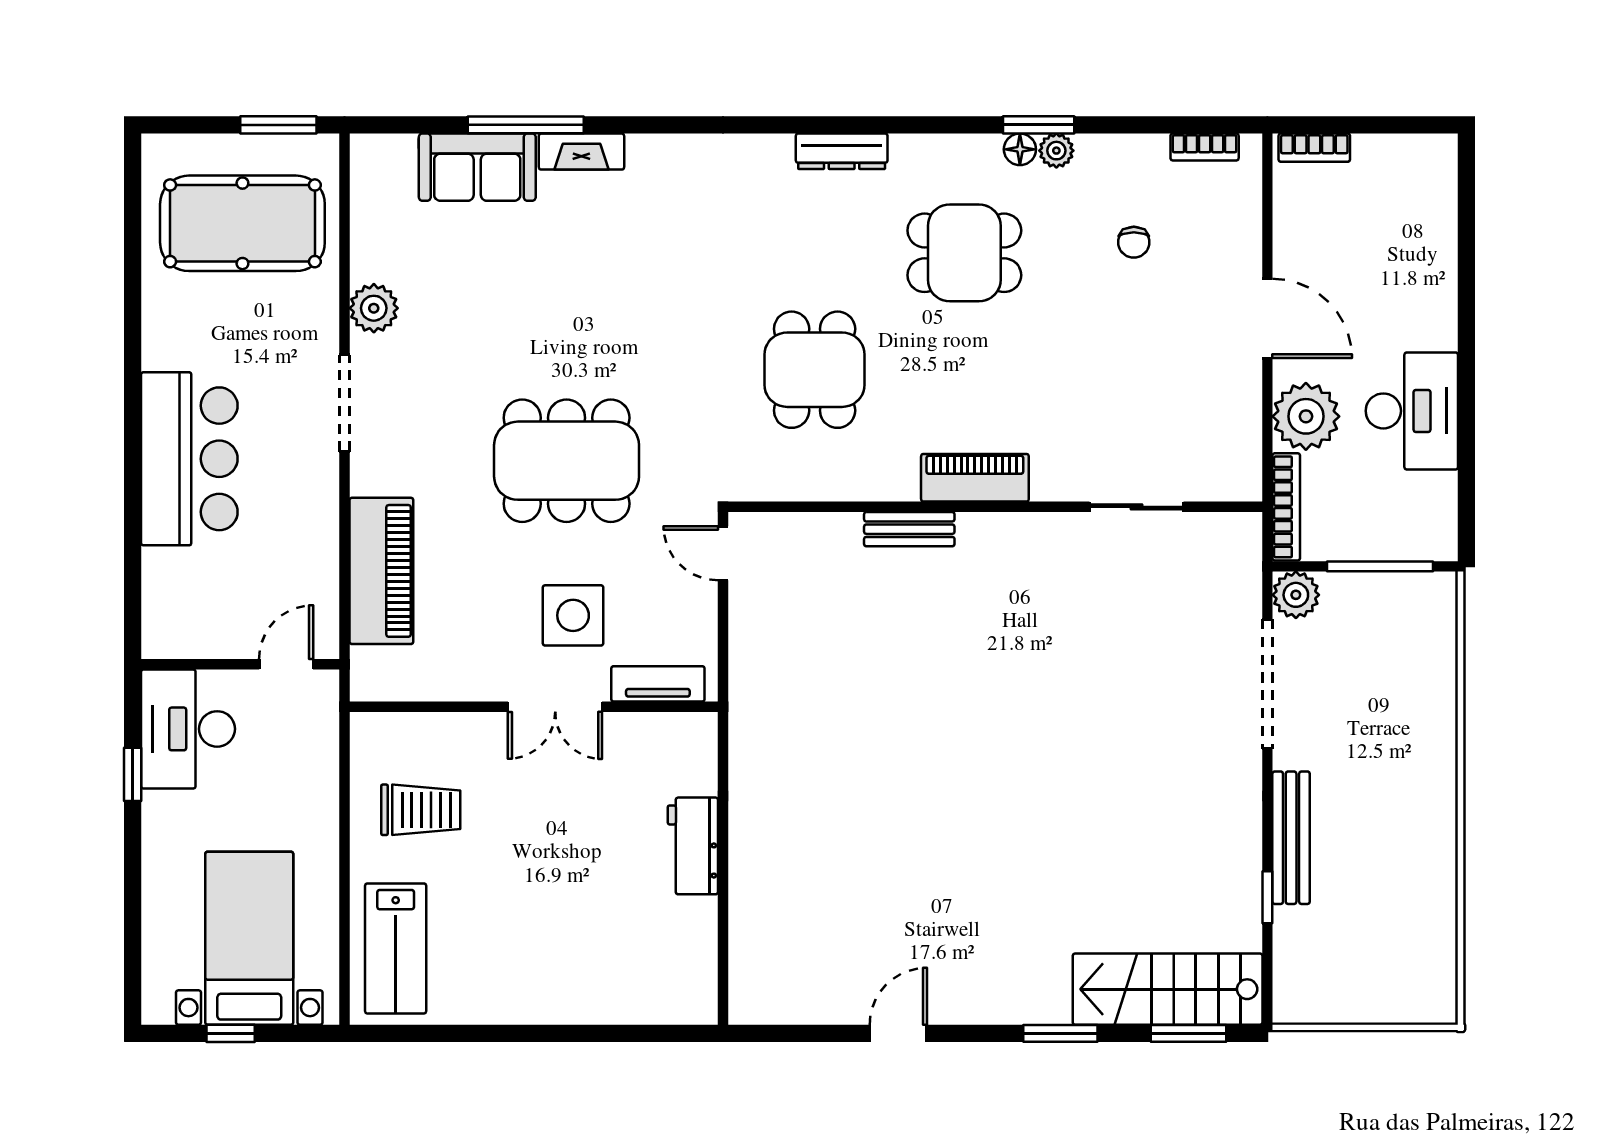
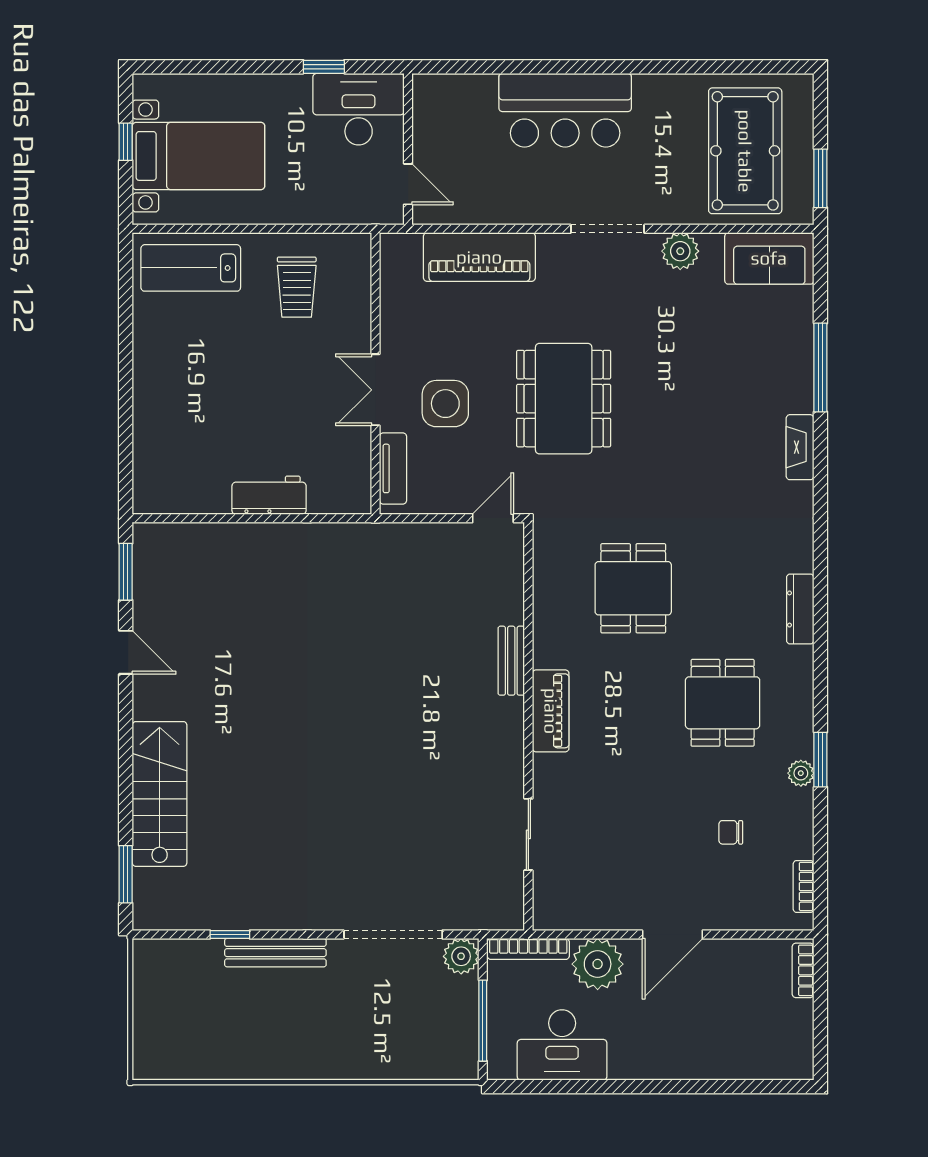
floor lamp: (1020, 149) -> (802, 745), removed
fireplace: (581, 152) -> (800, 447), moved
sofa: (477, 167) -> (769, 258), moved, turned -90
dining table: (815, 370) -> (633, 588), turned 90
desk: (1412, 411) -> (562, 1045), moved
stairs: (1168, 989) -> (160, 794), moved
window: (1060, 1033) -> (126, 572), moved

